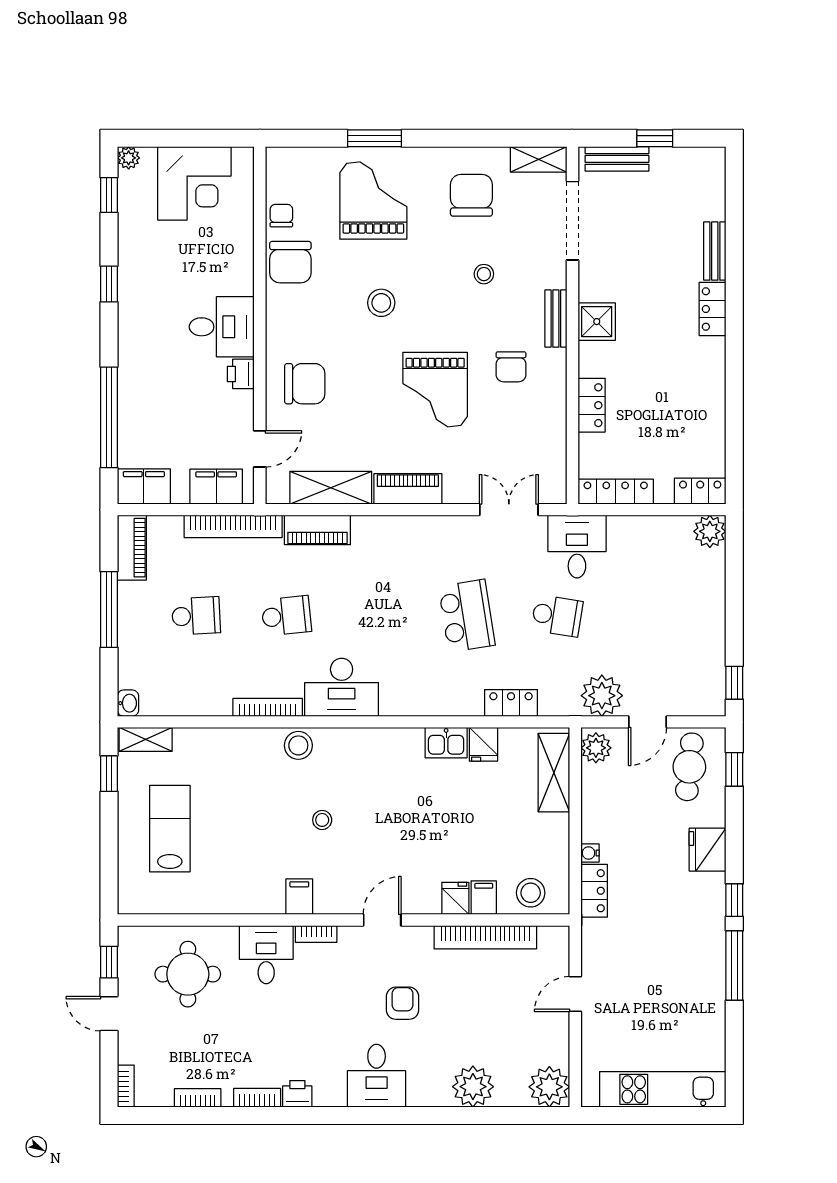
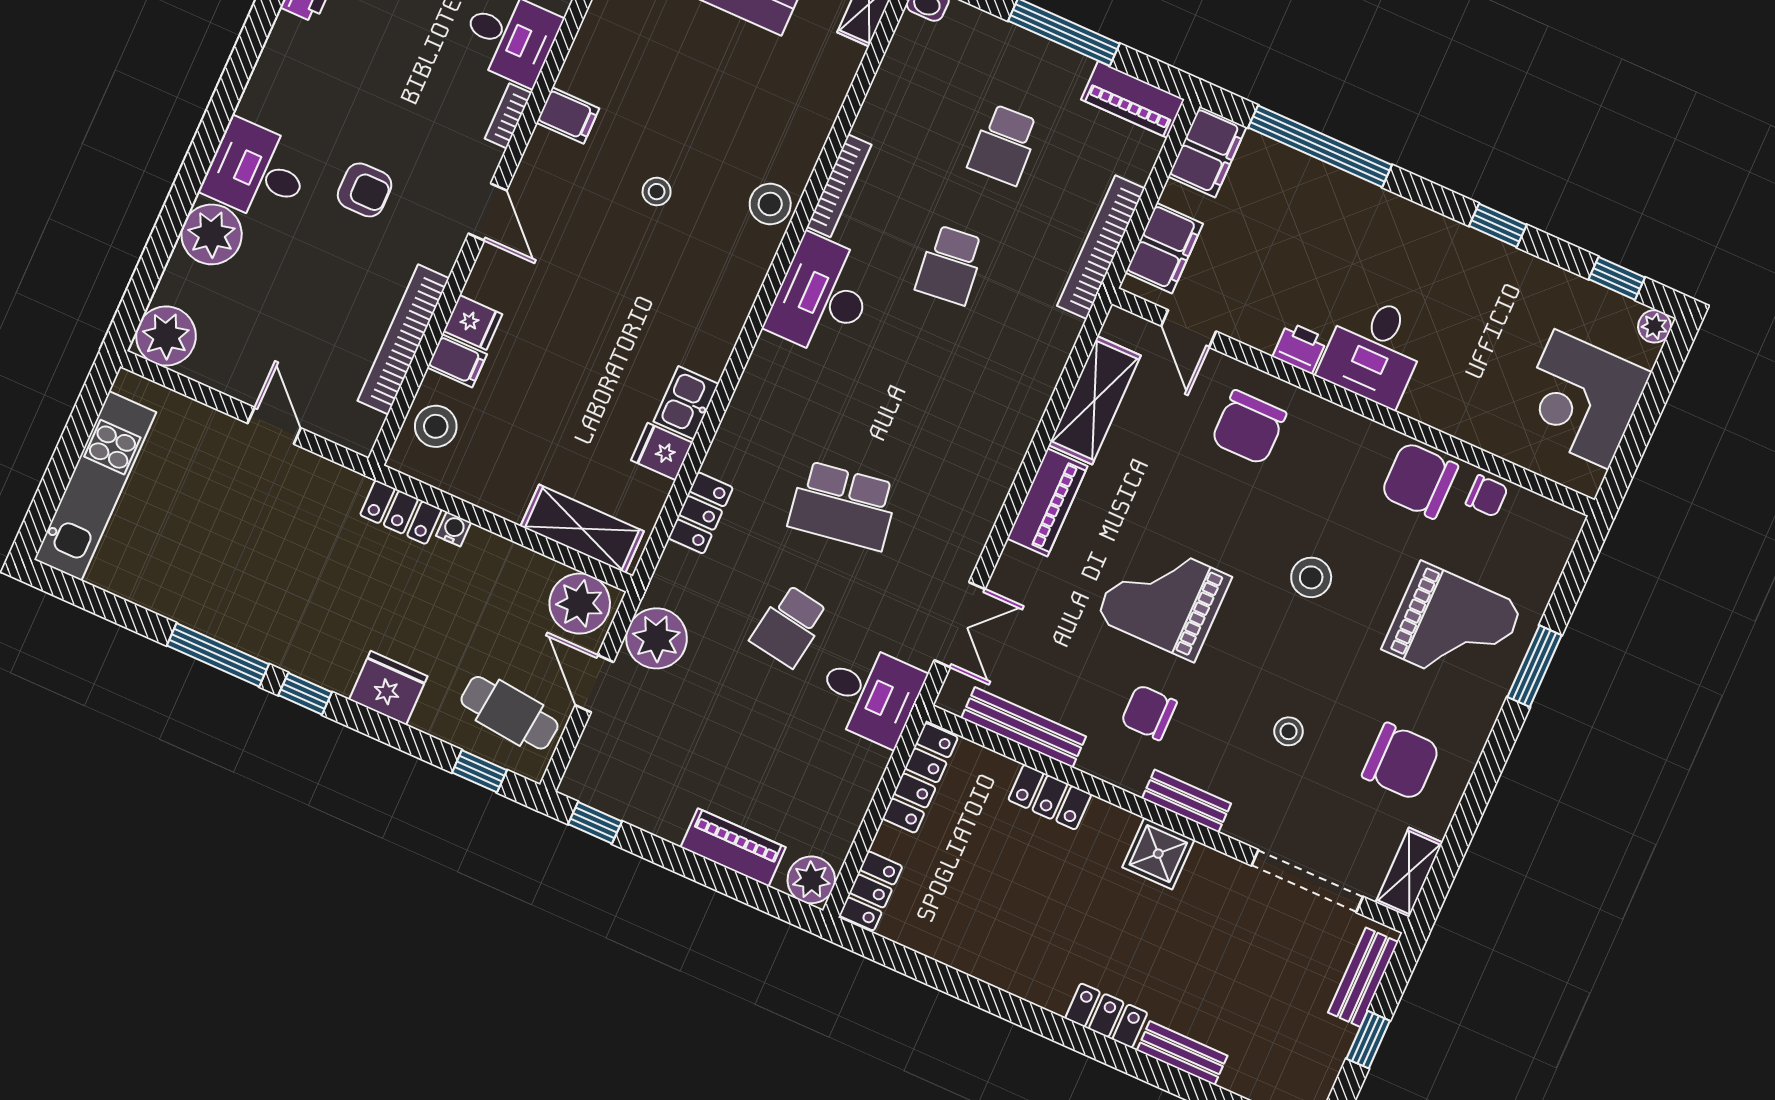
bench: (555, 441) -> (1024, 727), added
piano: (317, 530) -> (733, 847), moved, turned 90
plant: (596, 748) -> (580, 604), width x1.36, depth x1.36
desk: (377, 1076) -> (257, 172), moved

